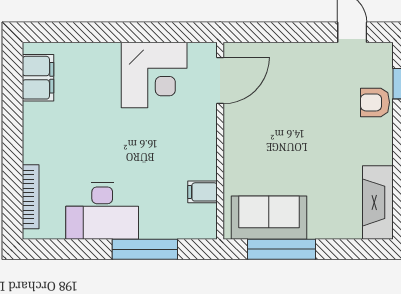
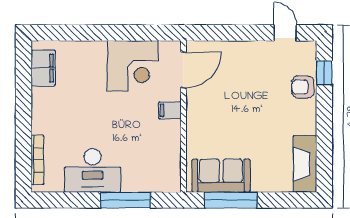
filing cabinet: (203, 192) -> (170, 110), moved

